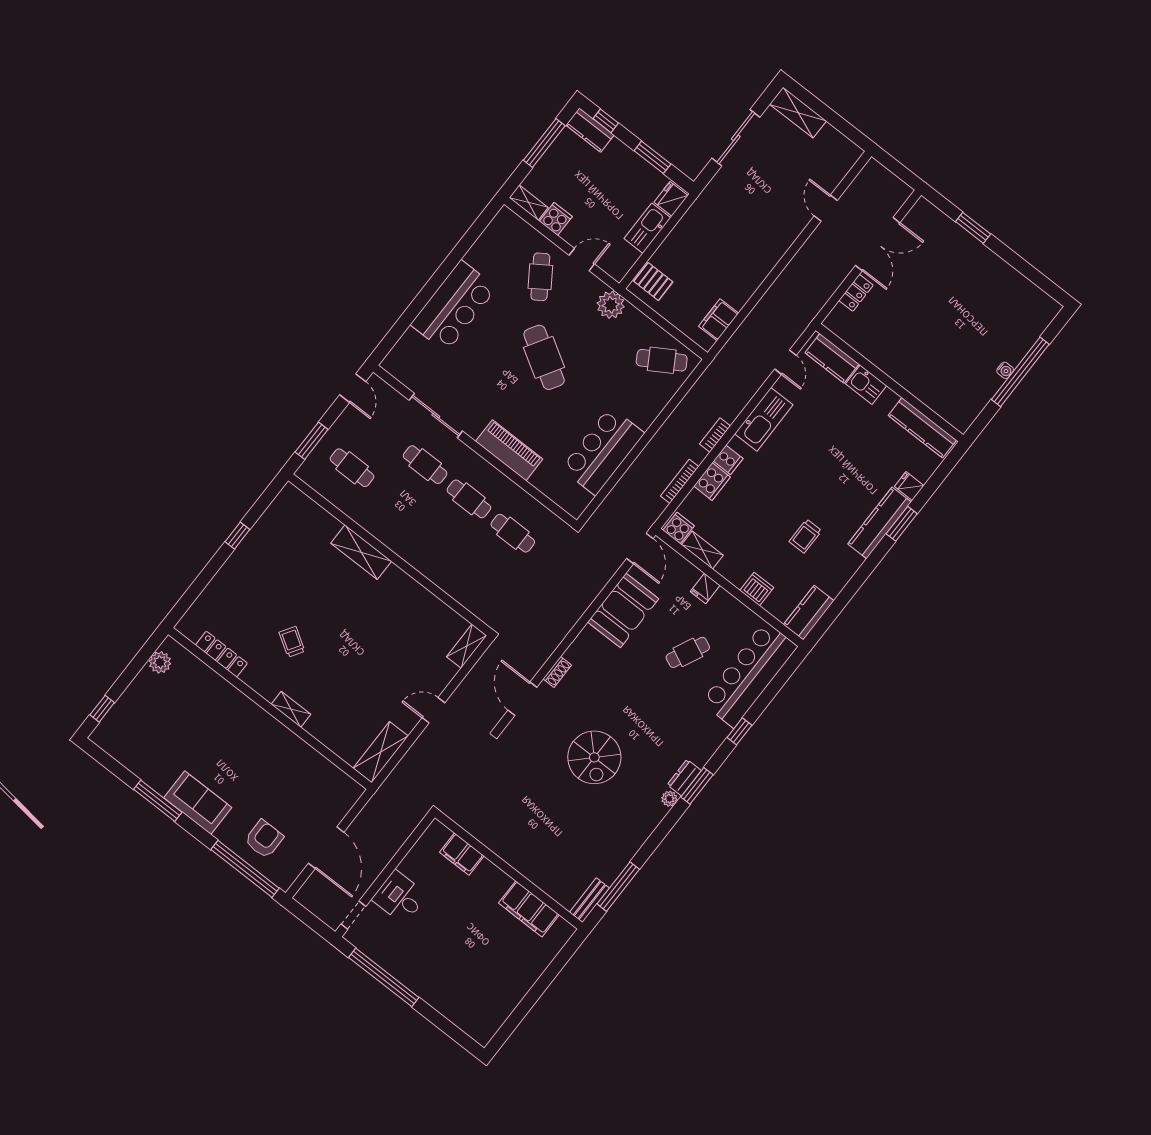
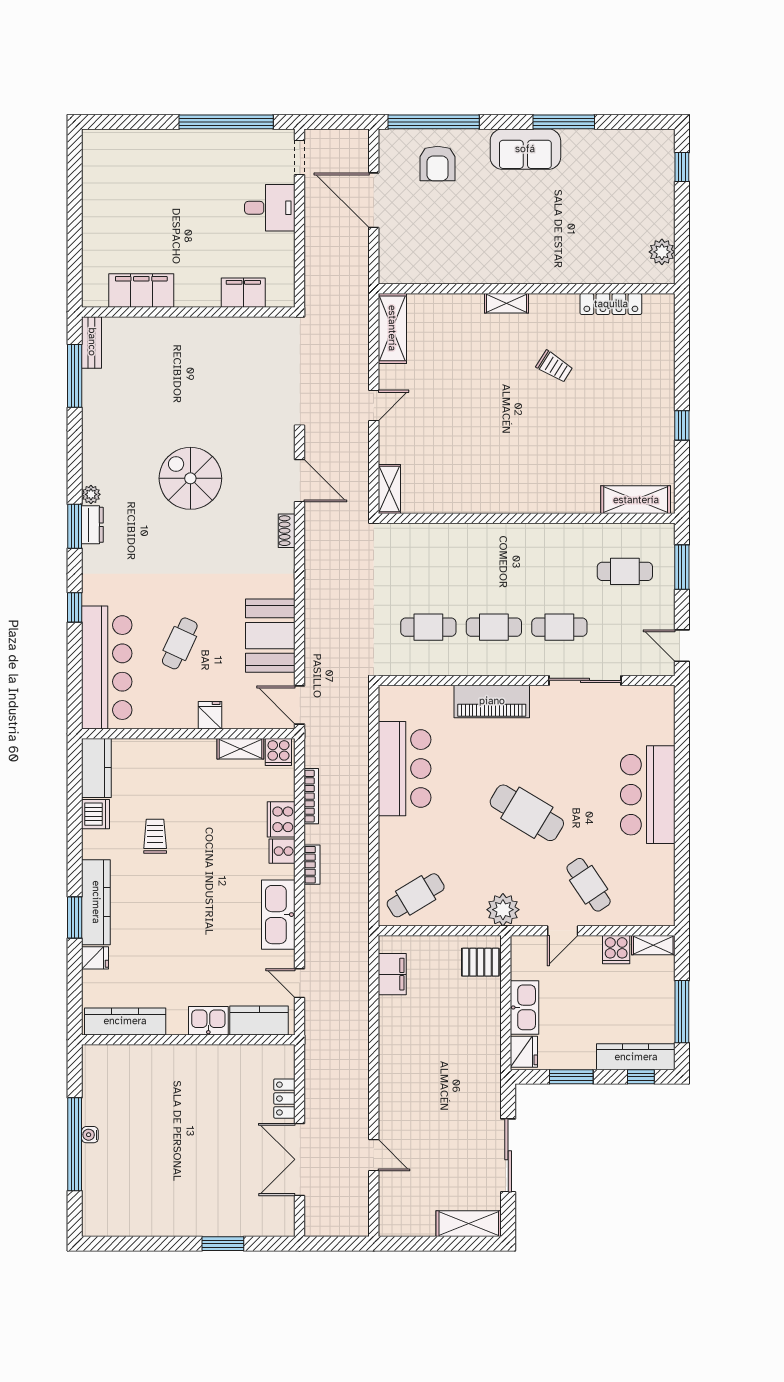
kitchen counter: (590, 130) -> (636, 1057), width x1.50
shelving: (361, 552) -> (636, 500), moved
dishwasher: (757, 589) -> (95, 814), moved, turned -90

